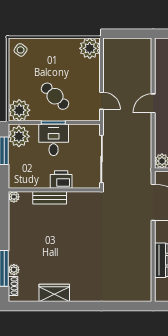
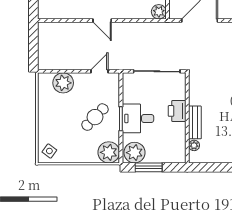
plant: (90, 48) -> (63, 83), moved
plant: (14, 197) -> (194, 145), moved

